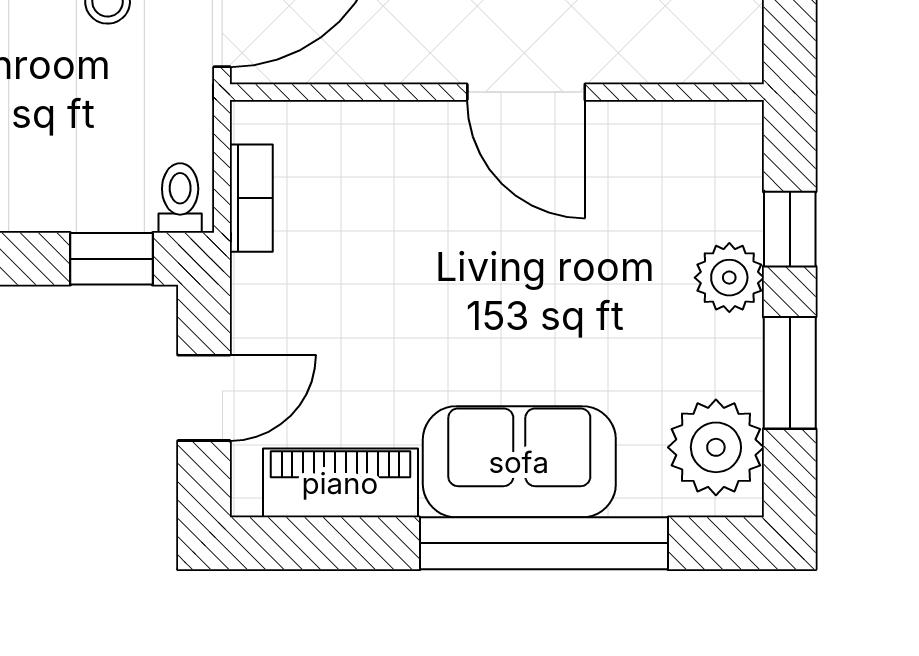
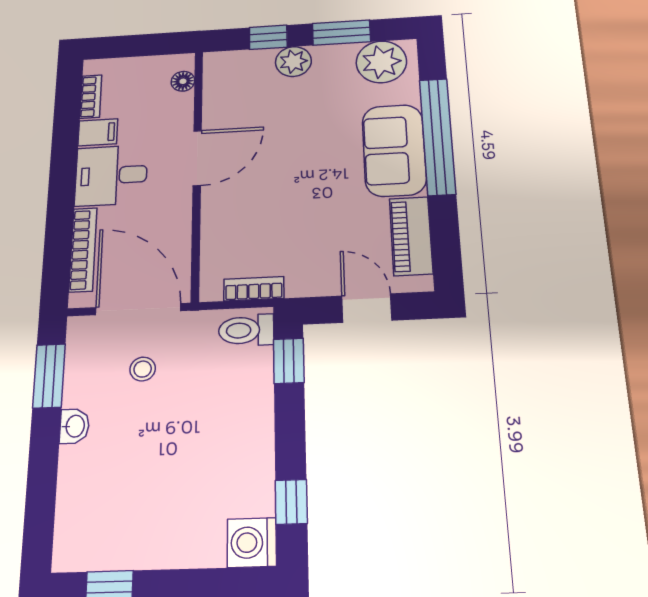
floor lamp: (699, 61) -> (183, 81), added
toilet: (180, 198) -> (246, 330), width x1.37, depth x1.39

